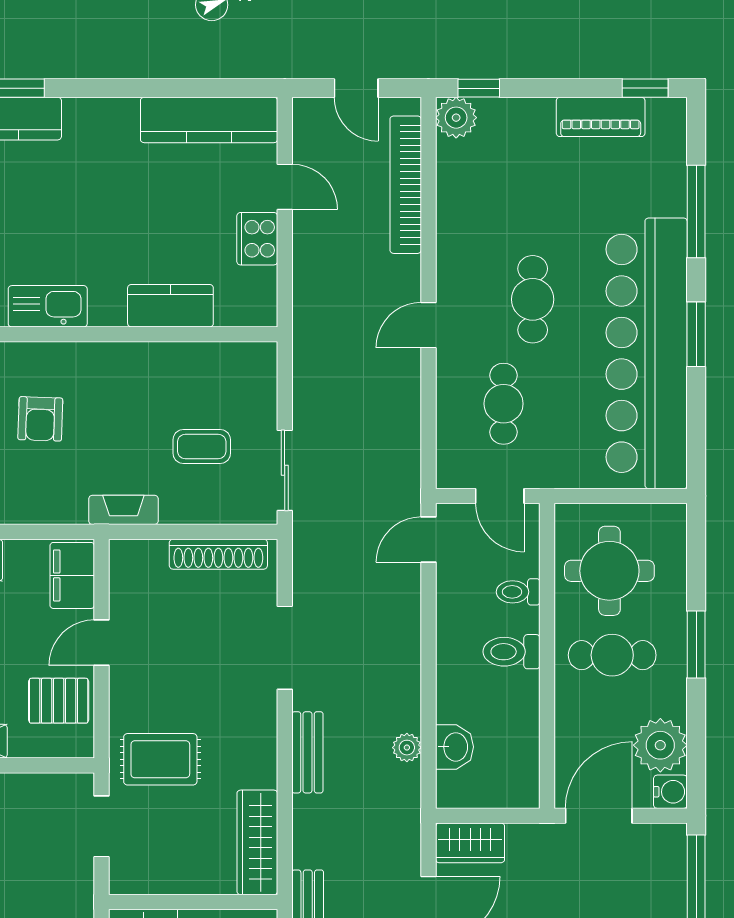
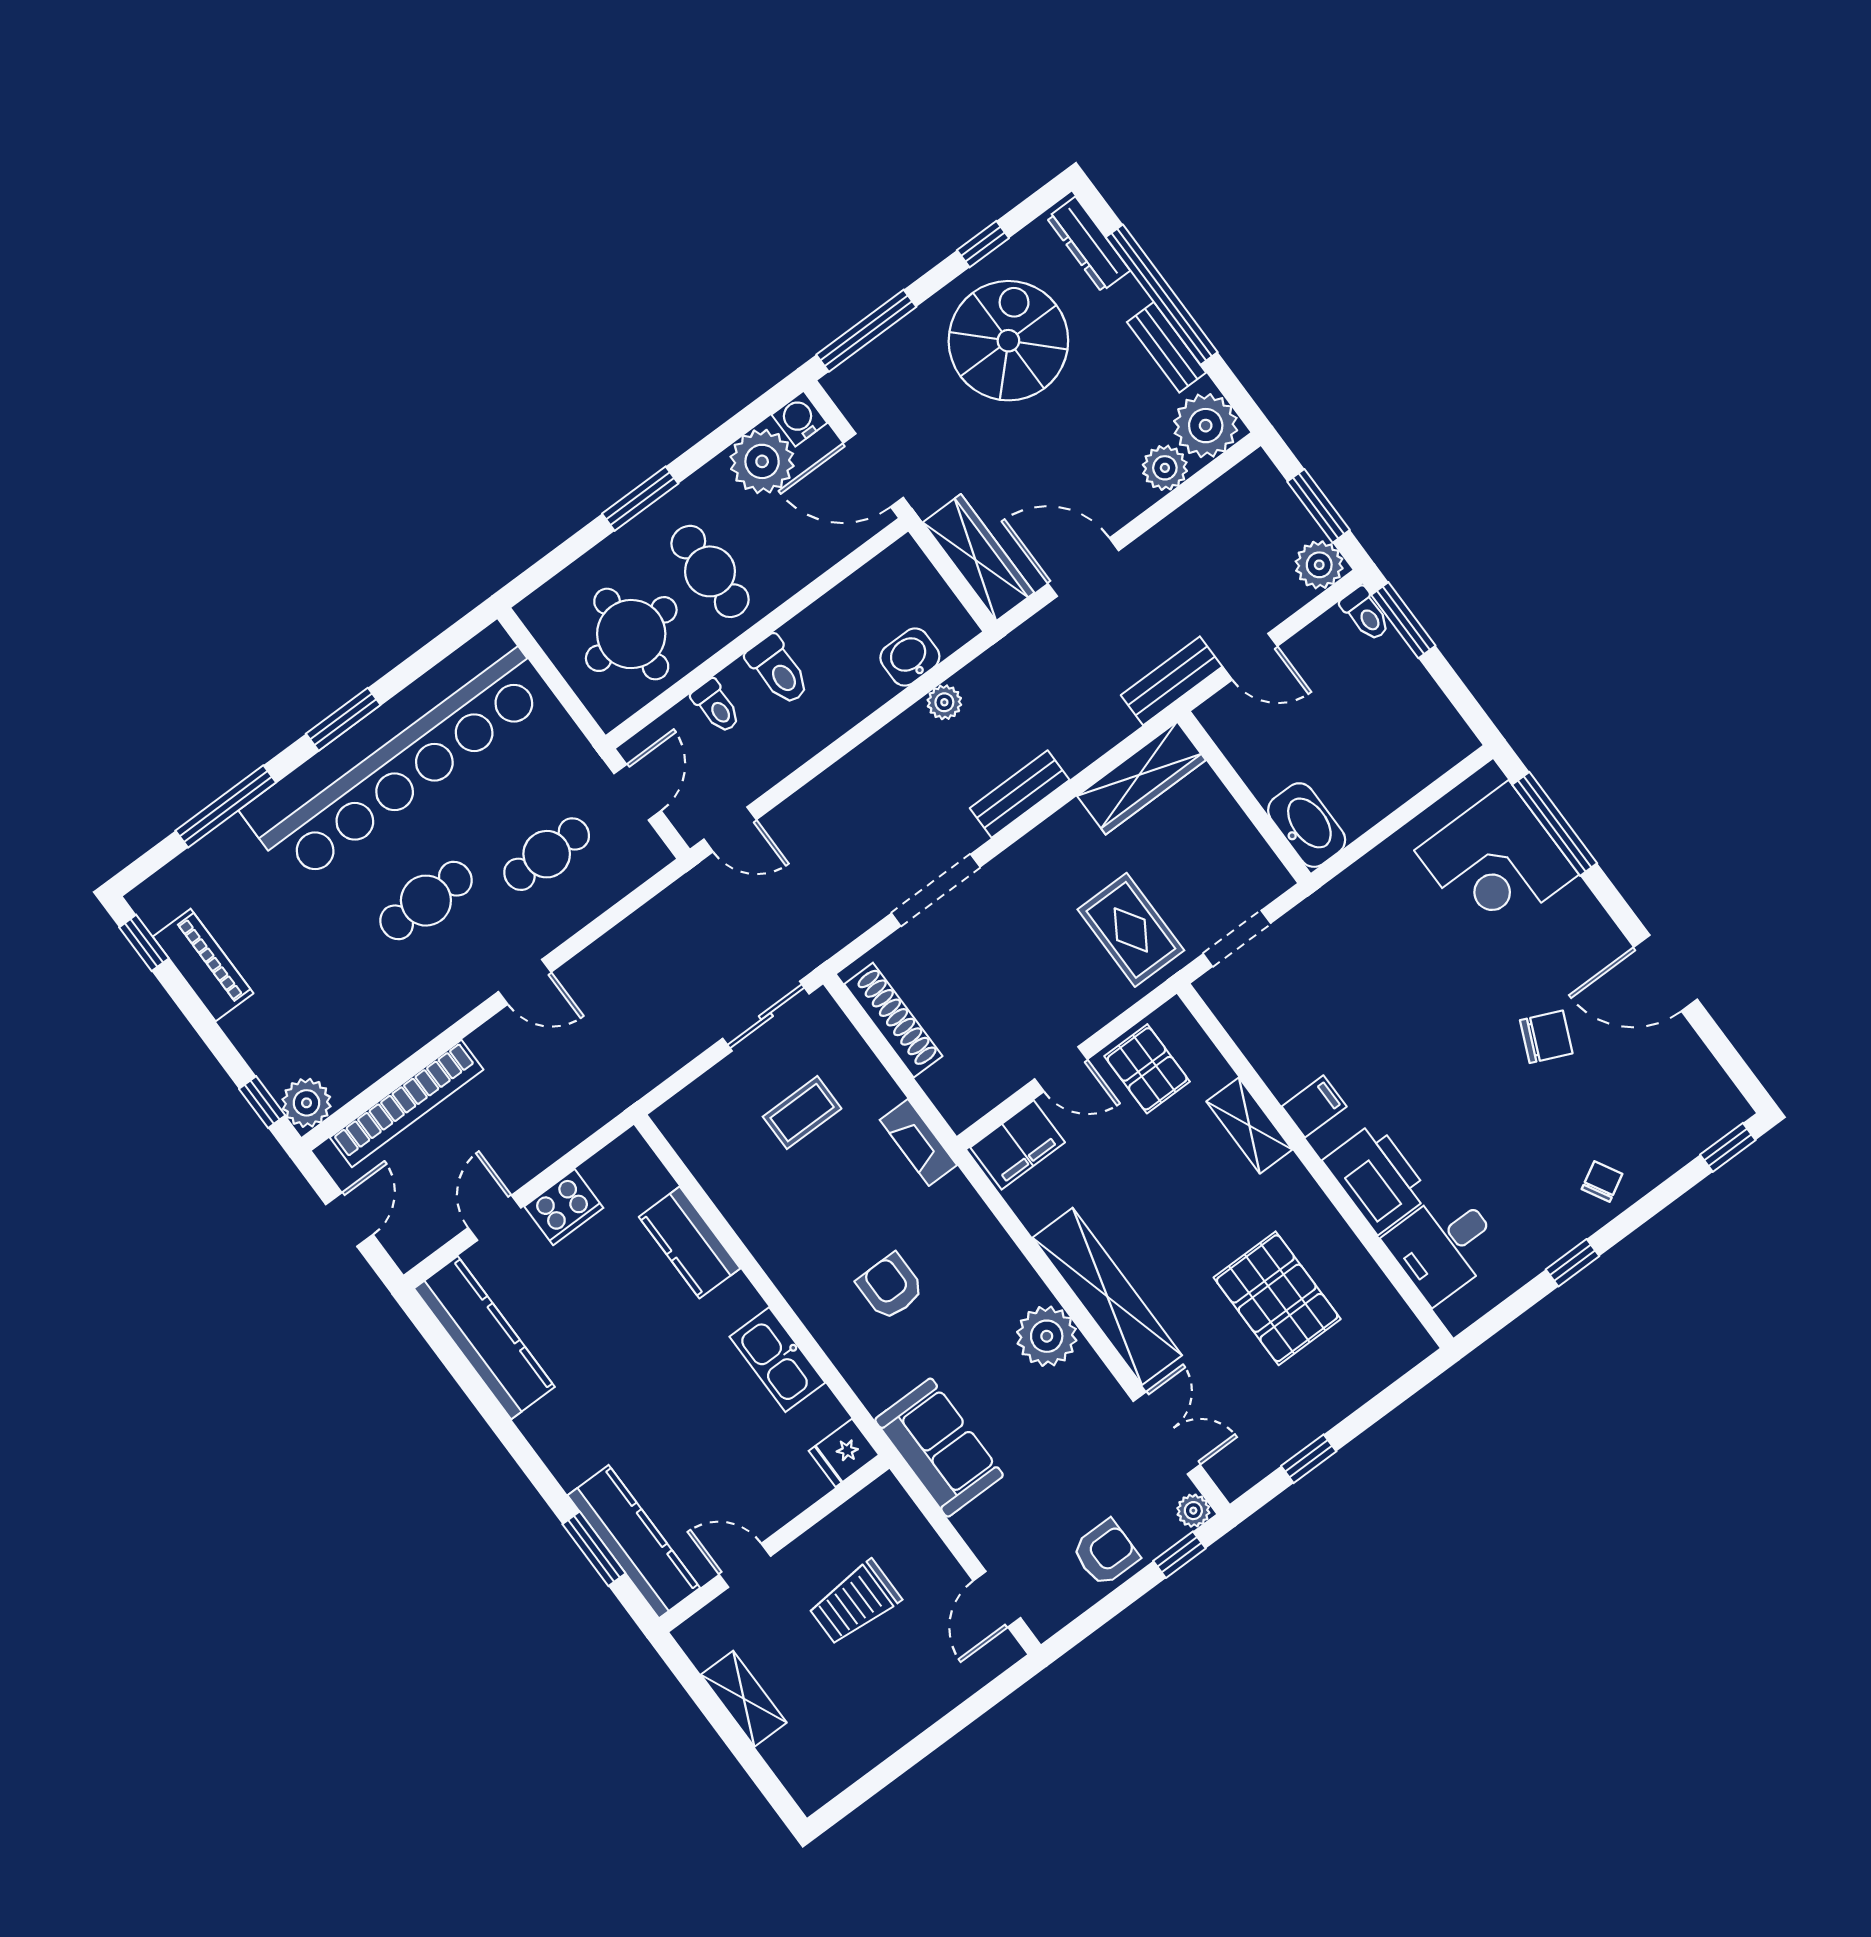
armchair: (40, 419) -> (890, 1287), turned -92
coffee table: (202, 447) -> (802, 1113), turned 90
wardrobe: (470, 843) -> (978, 558), width x1.50

